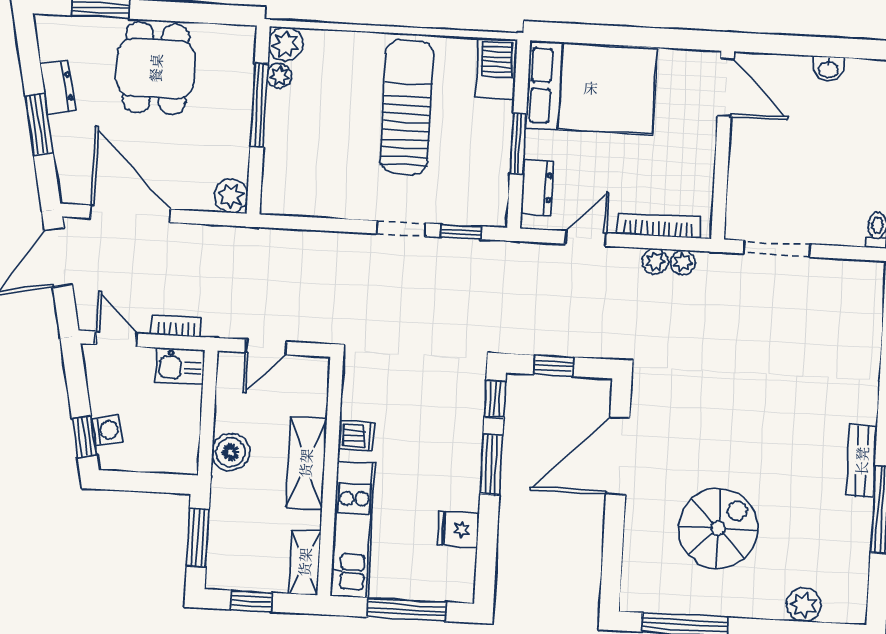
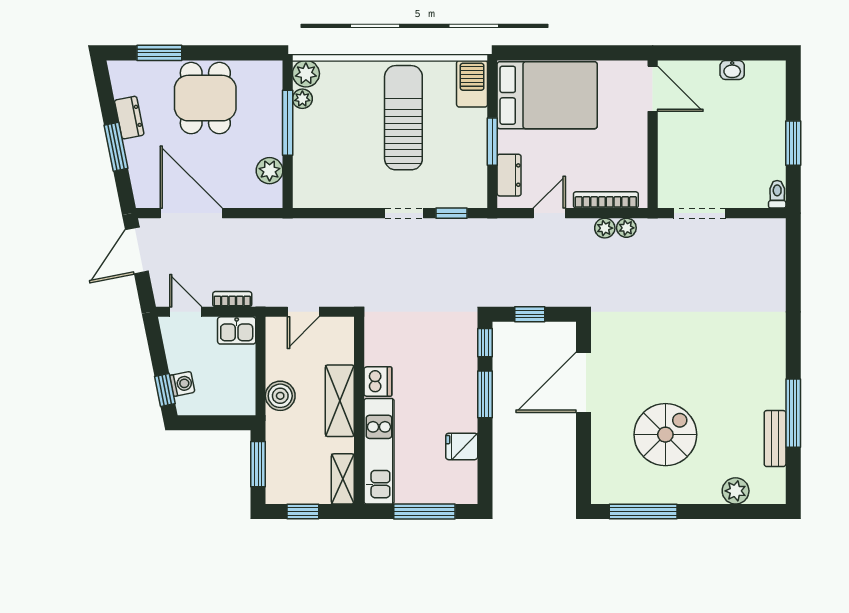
plant: (231, 196) -> (270, 171), moved
dishwasher: (356, 436) -> (378, 382), width x1.38
bench: (862, 461) -> (775, 439), moved

